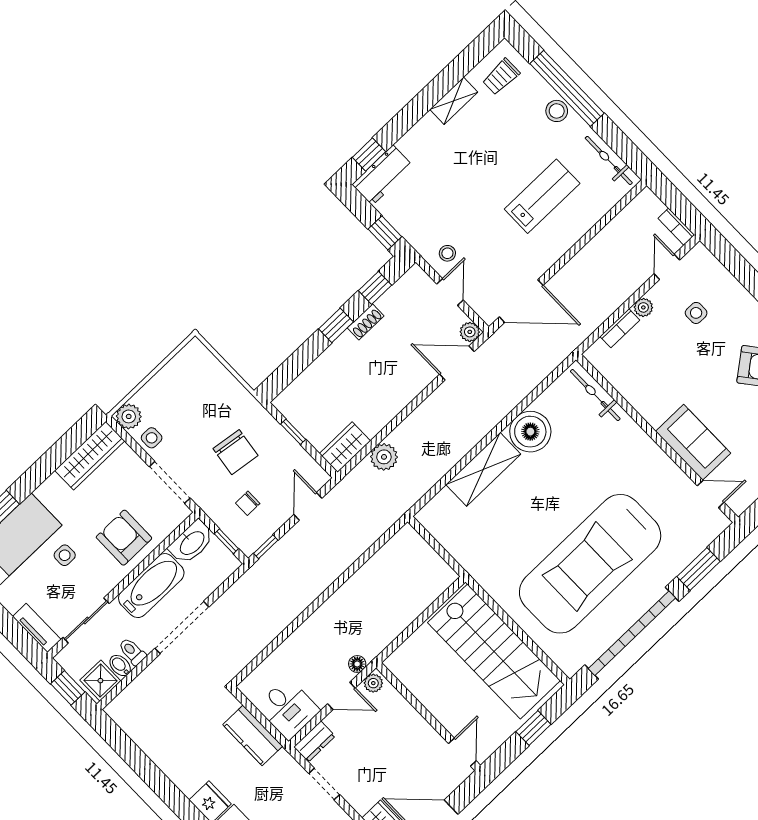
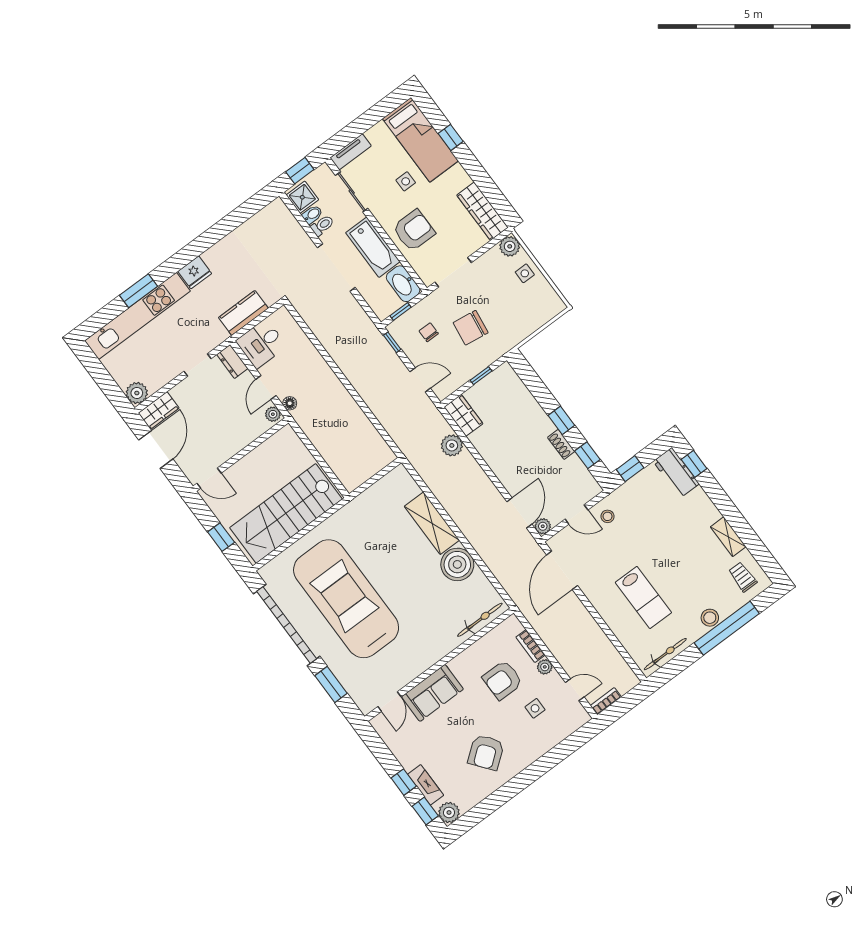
armchair: (666, 358) -> (503, 680), added
side table: (152, 438) -> (525, 273), moved

